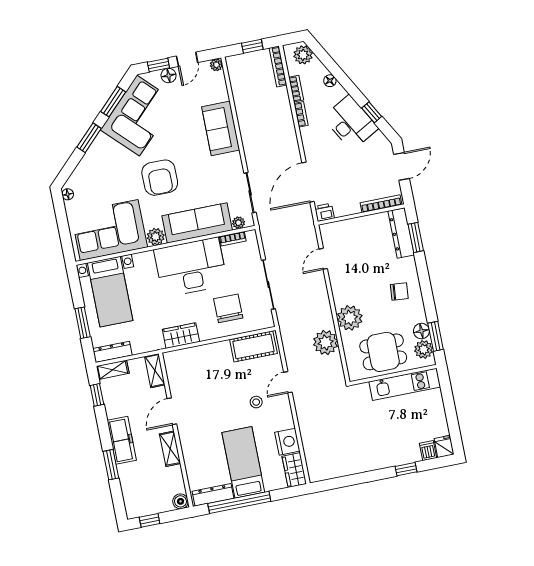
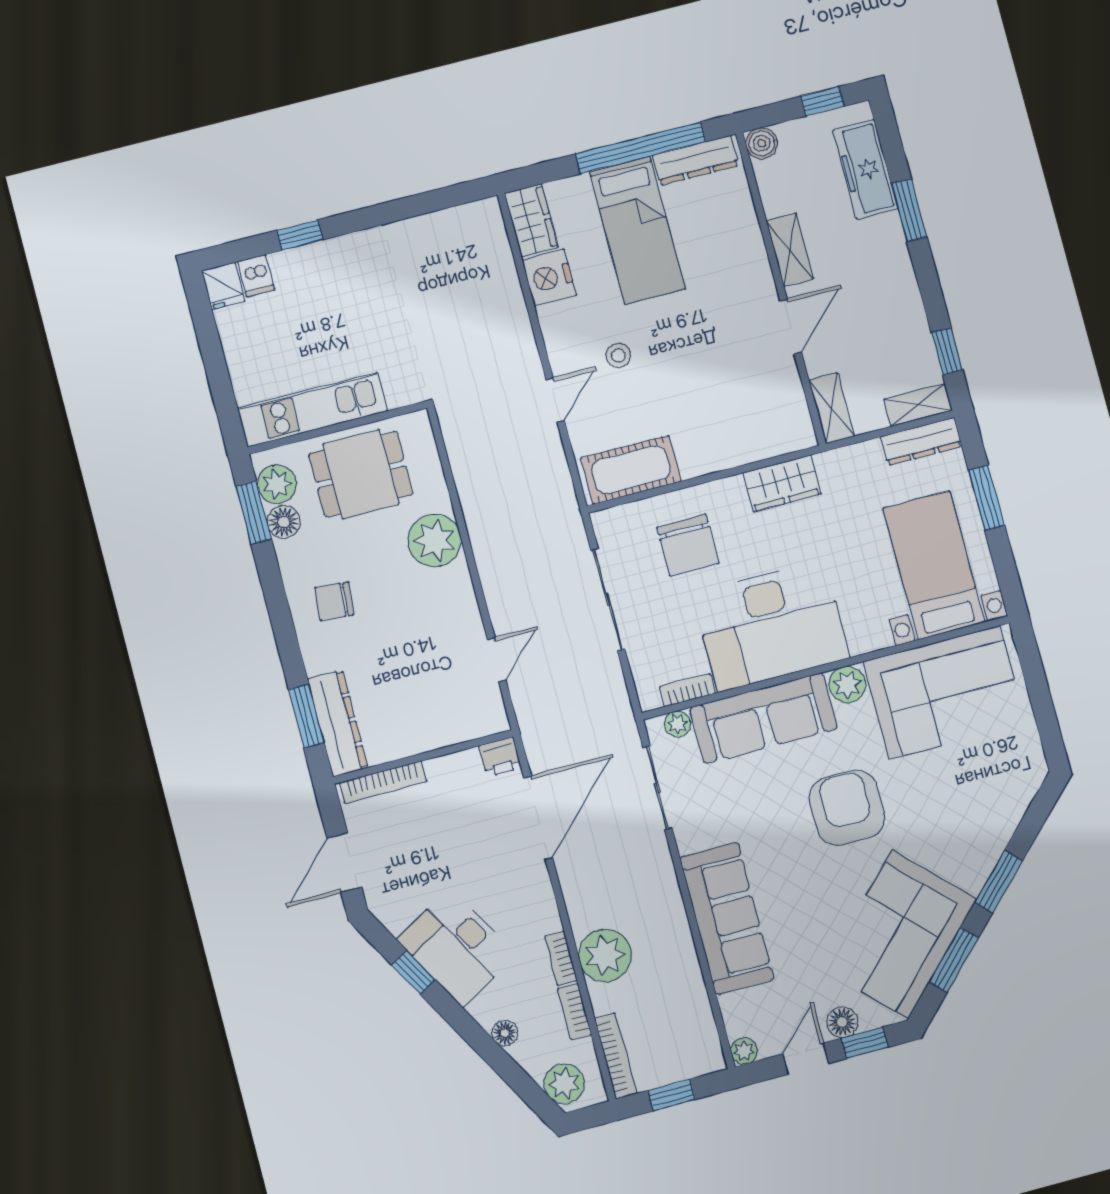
sofa: (221, 128) -> (727, 918), width x1.36
floor lamp: (68, 194) -> (1035, 761), removed
plant: (326, 343) -> (605, 955), moved
freezer: (122, 440) -> (865, 169), moved

